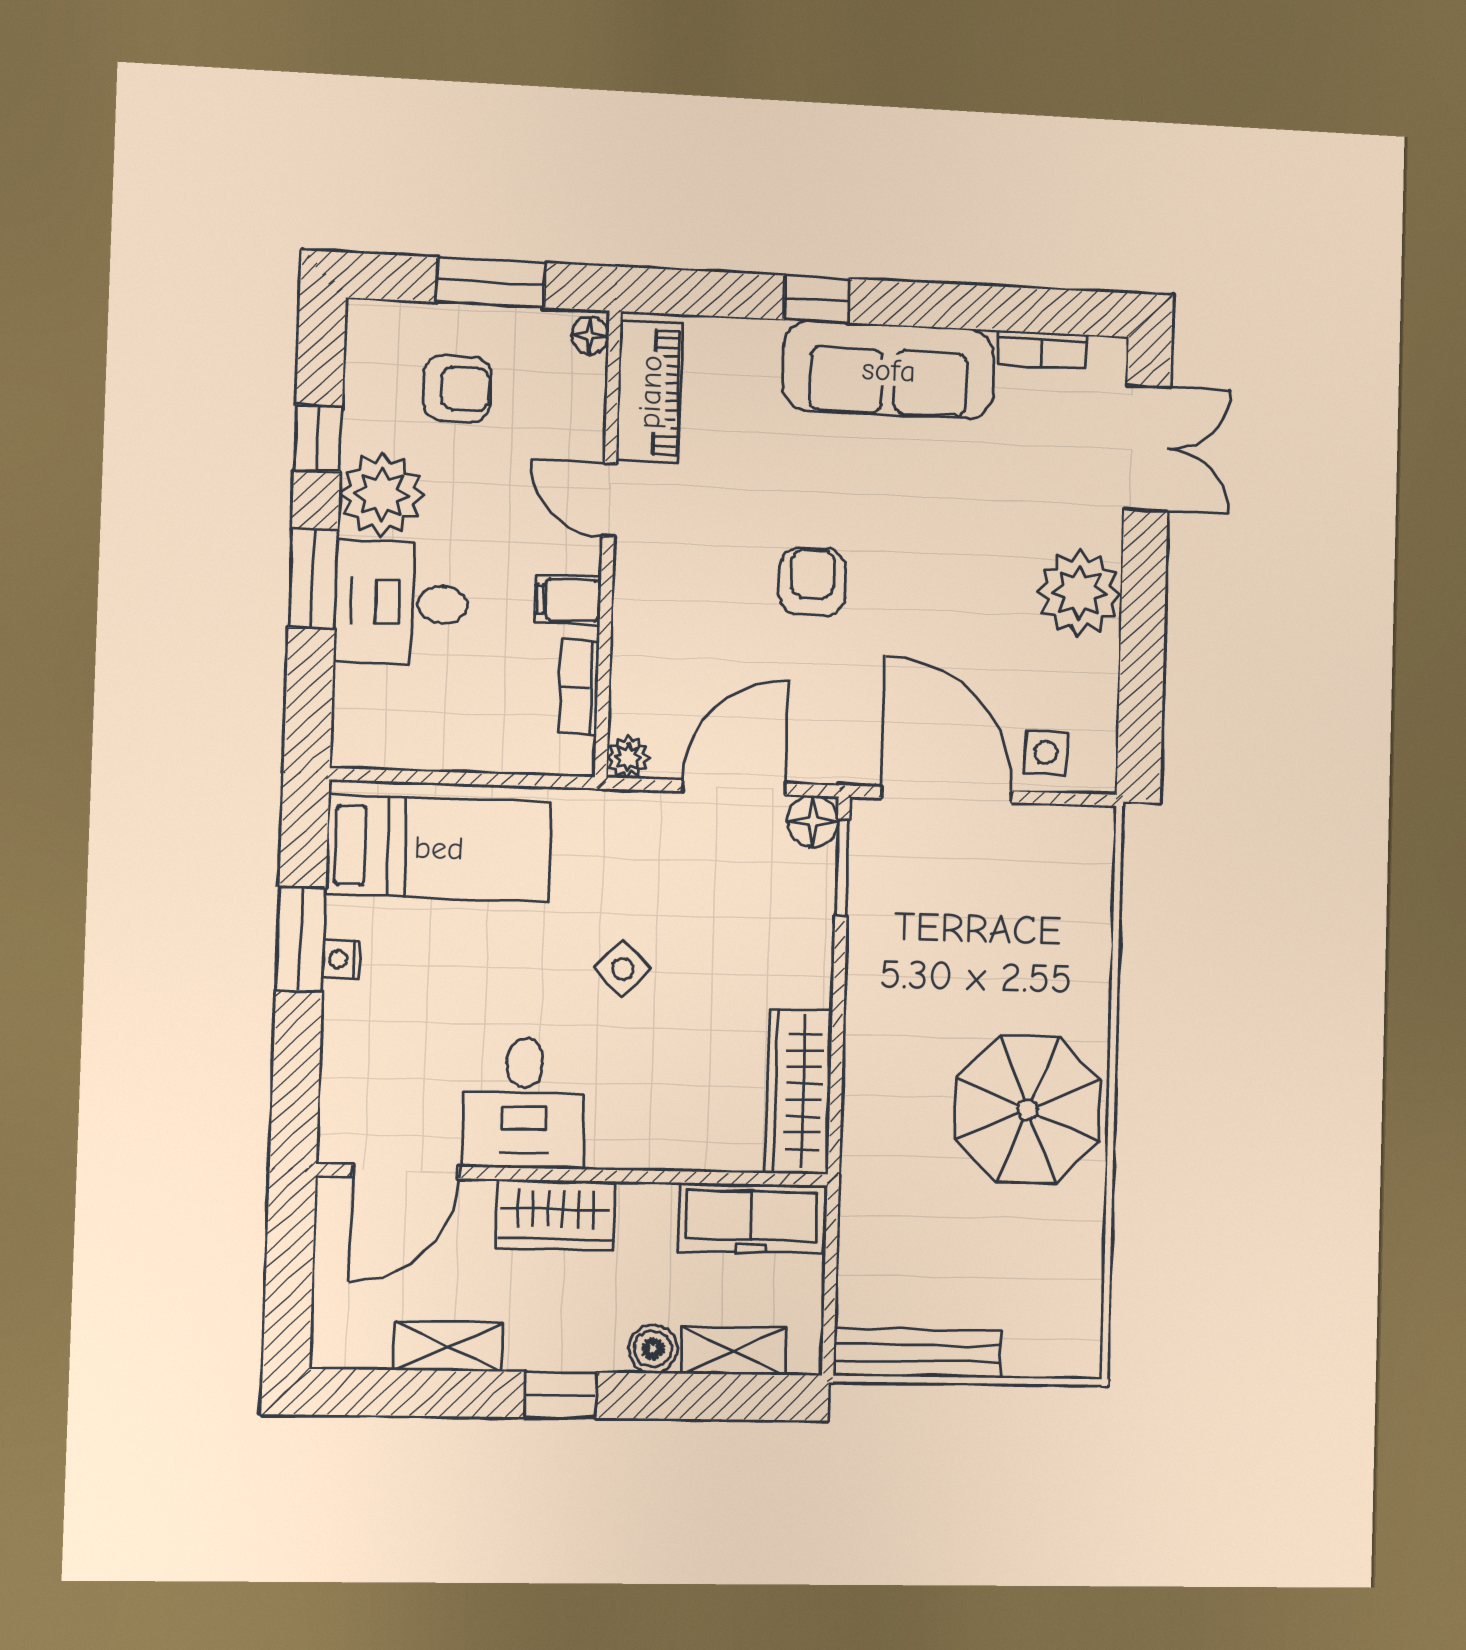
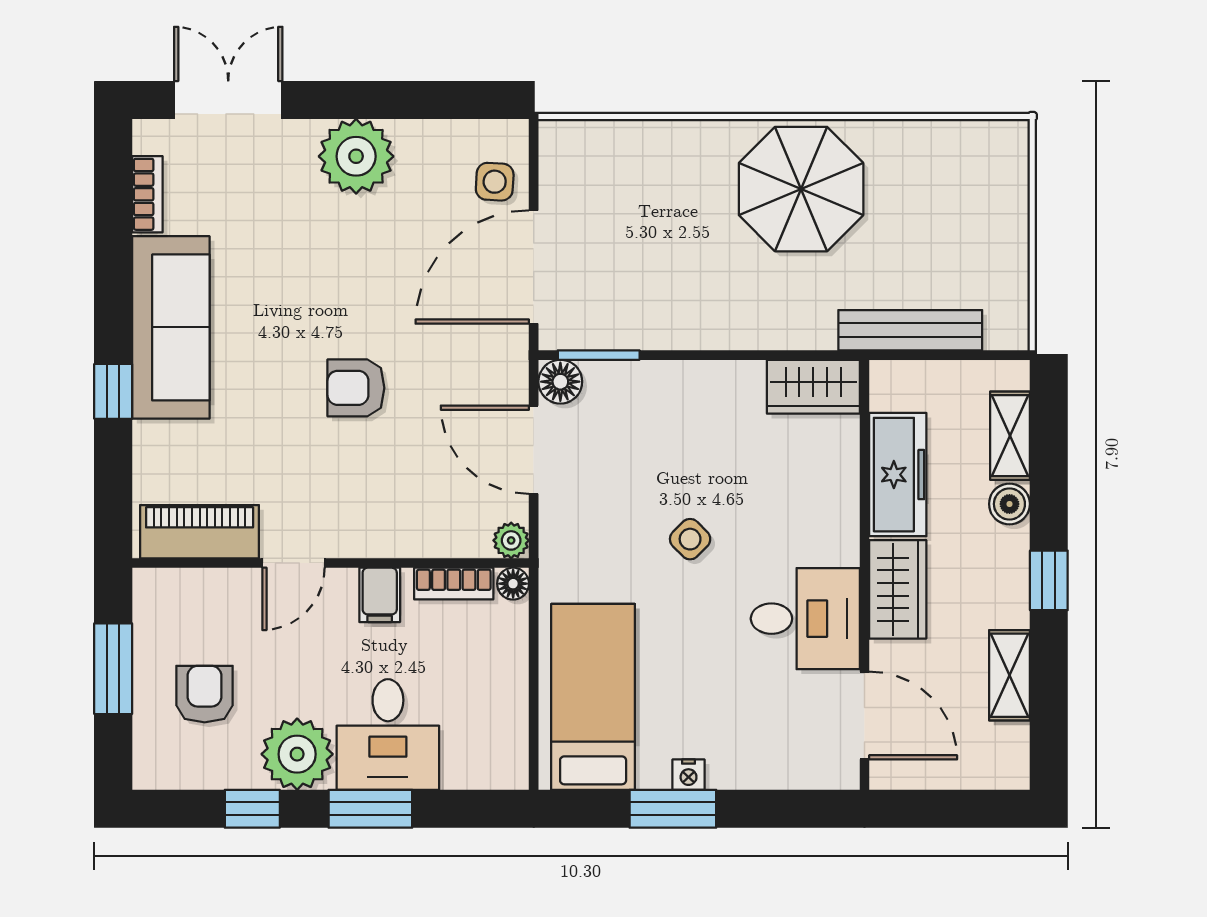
floor lamp: (590, 336) -> (513, 584), moved
wardrobe: (799, 1092) -> (813, 387), width x0.67
freezer: (752, 1218) -> (898, 475), moved
bench: (918, 1353) -> (910, 330), moved, turned 90

